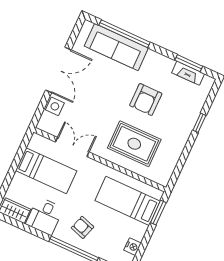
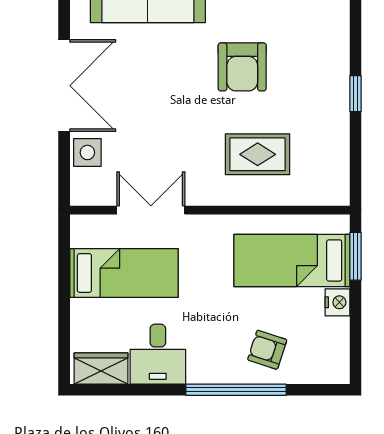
window: (199, 123) -> (356, 94), moved
rug: (134, 144) -> (258, 154), width x0.73, depth x0.70
armchair: (83, 227) -> (267, 350), moved
nightstand: (132, 247) -> (337, 302), moved

